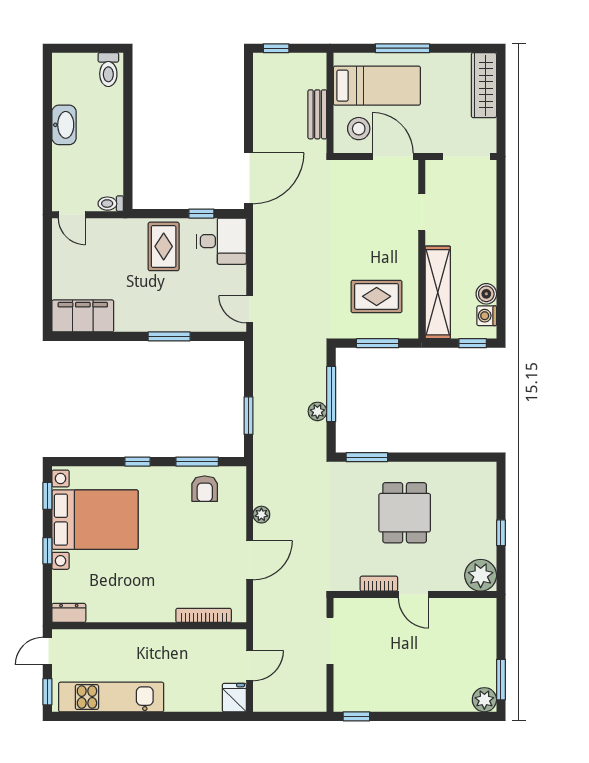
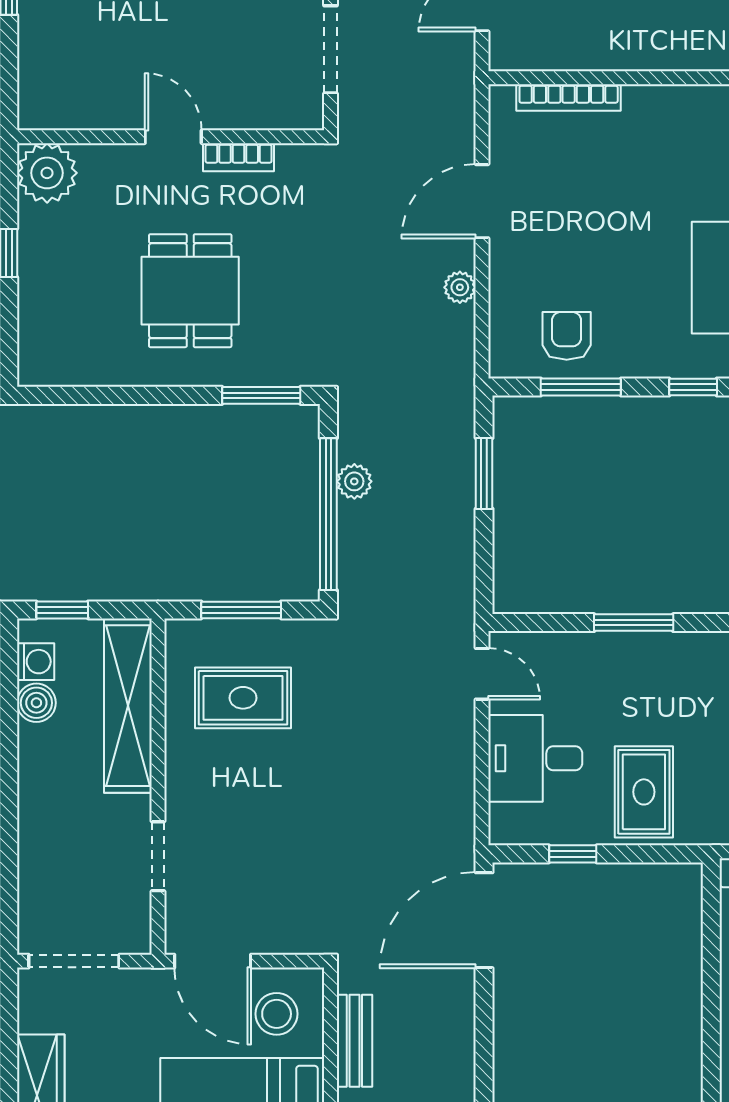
desk: (221, 241) -> (535, 758), moved
window: (331, 394) -> (328, 514), width x1.46

